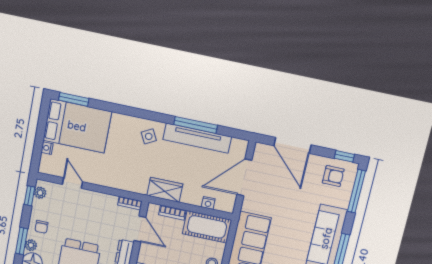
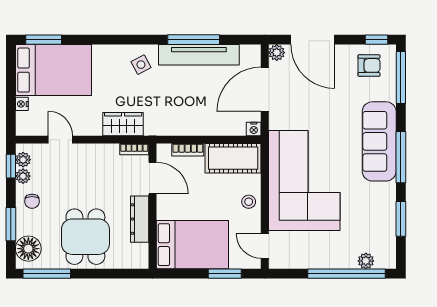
plant: (261, 150) -> (277, 53), added
wardrobe: (165, 190) -> (123, 124), moved
nightstand: (208, 203) -> (254, 129), moved
plant: (31, 245) -> (23, 176), moved

